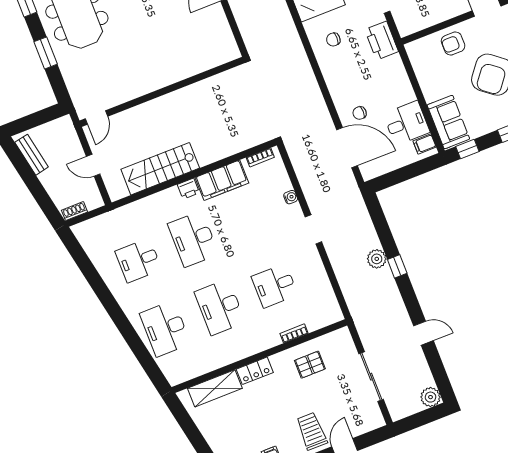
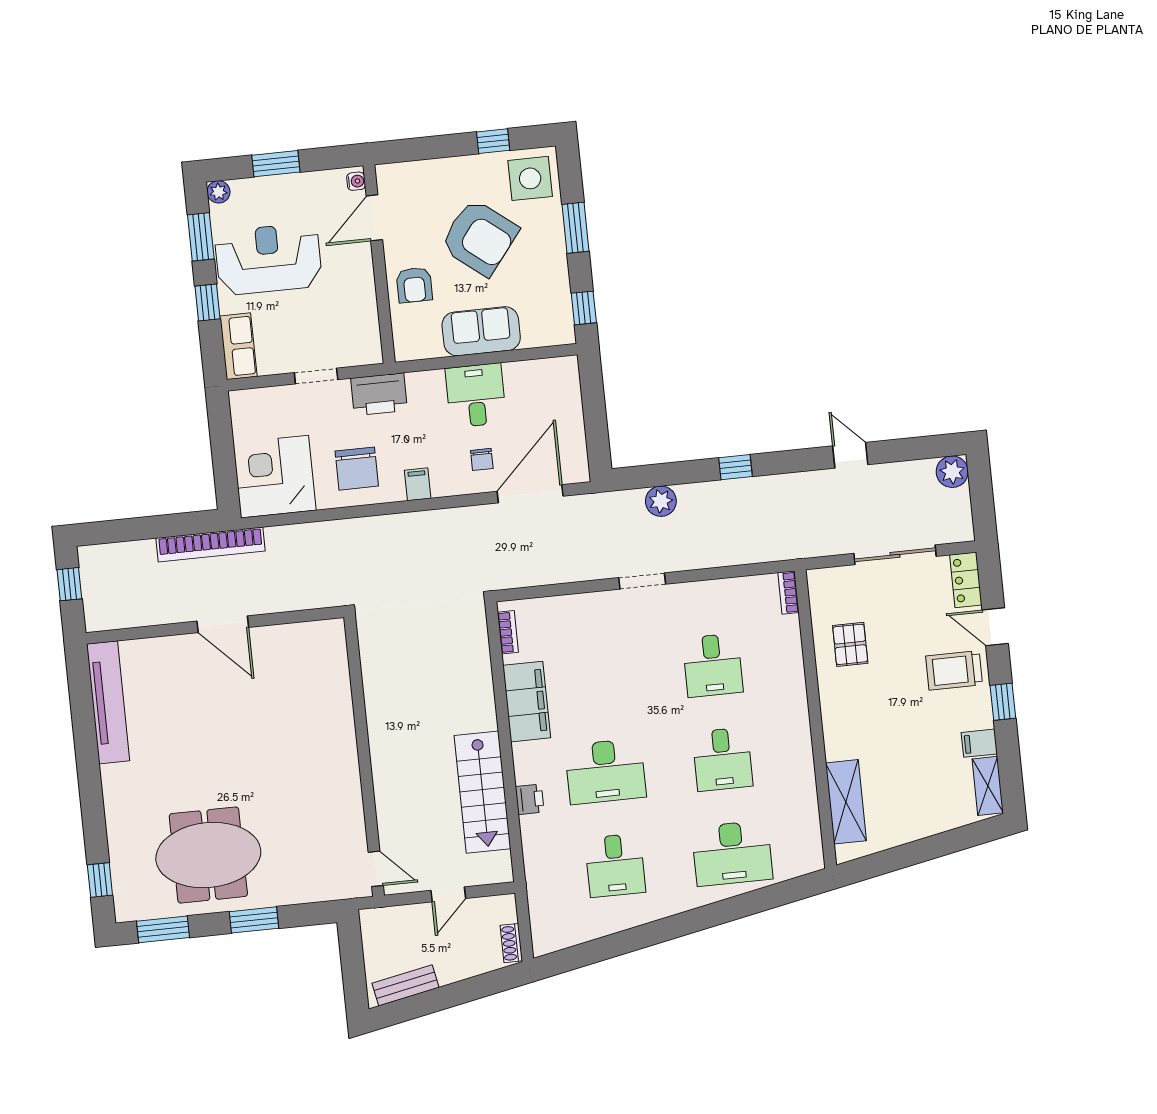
chair: (333, 40) -> (357, 469), width x1.87, depth x1.87
sofa: (448, 122) -> (481, 331), moved
desk: (407, 123) -> (476, 395), moved
filing cabinet: (425, 144) -> (418, 484), moved, turned 180
printer: (188, 189) -> (530, 799), moved
water cooler: (291, 197) -> (582, 602), removed
plant: (377, 259) -> (661, 501), moved
desk: (220, 307) -> (722, 759), width x0.73
bookcase: (294, 333) -> (788, 593), moved
door: (423, 333) -> (850, 455), hinge flipped
locker: (255, 371) -> (966, 580), moved, turned 180

